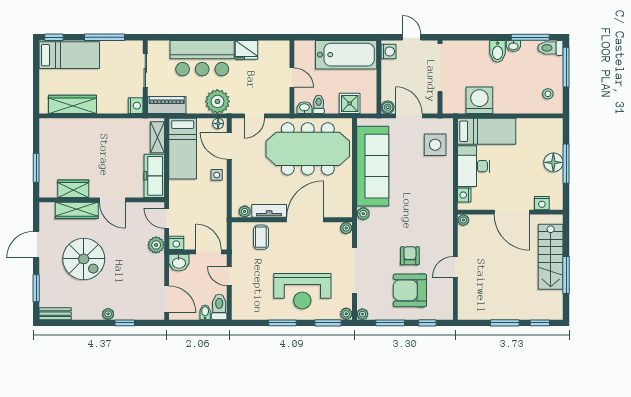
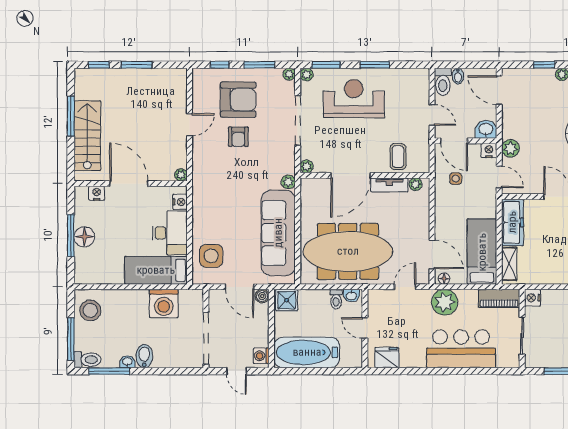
fridge: (247, 50) -> (387, 358), moved
stool: (548, 94) -> (90, 310), width x1.89, depth x1.89
shower: (350, 103) -> (287, 300), moved
side table: (217, 175) -> (456, 179), moved

